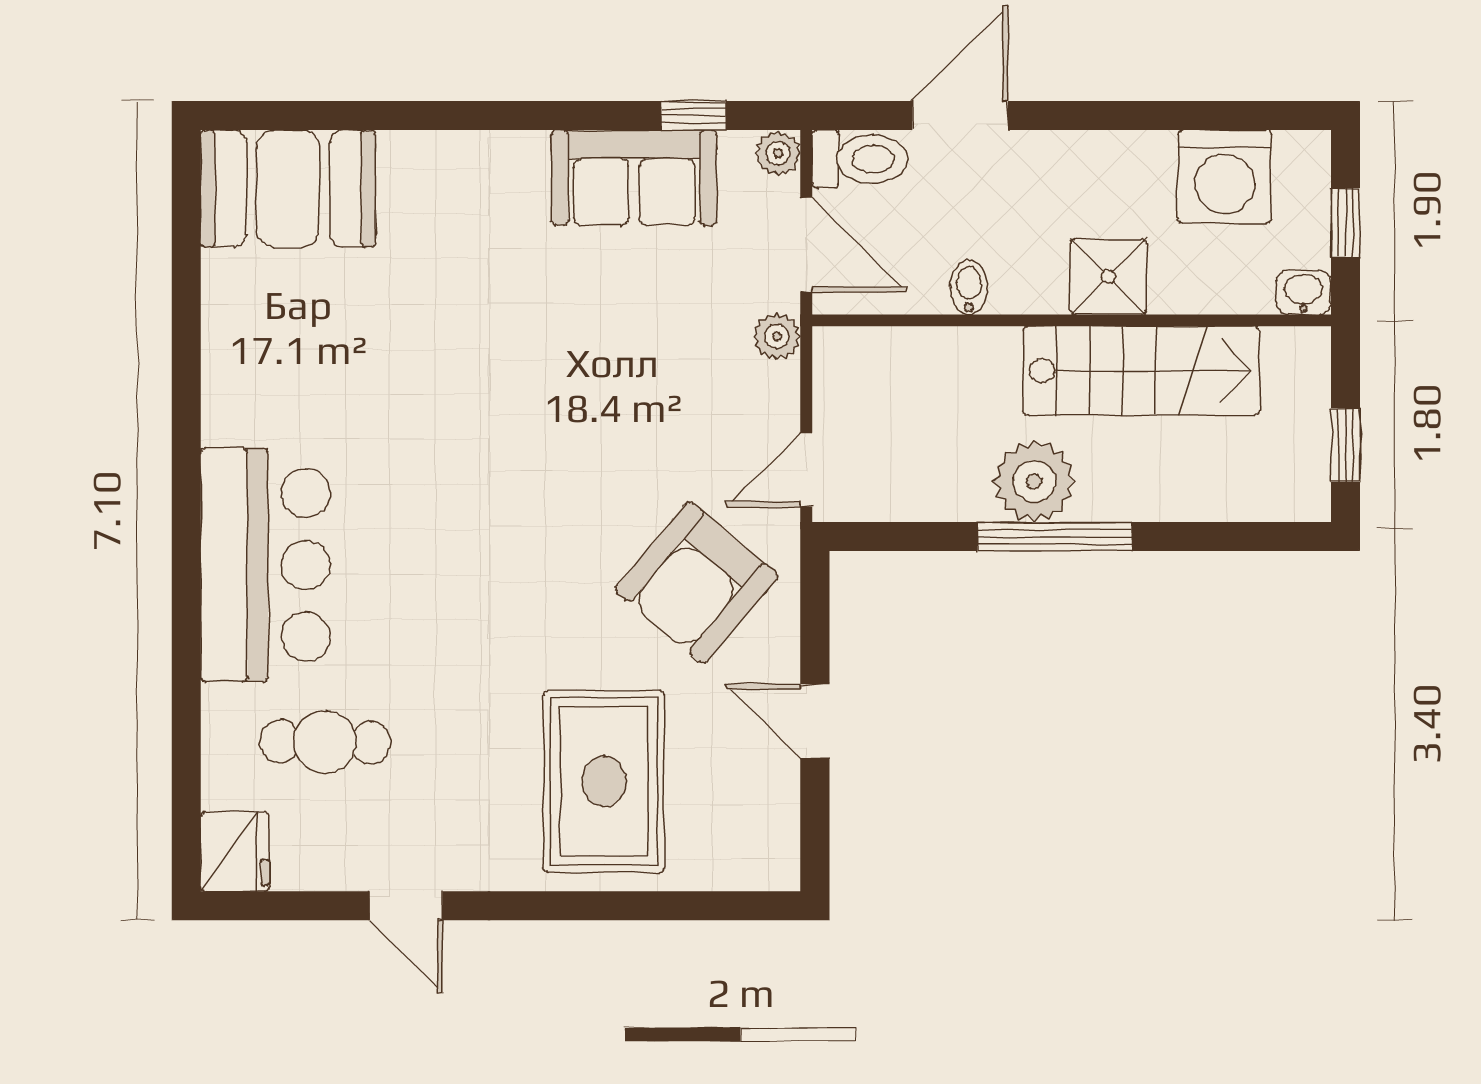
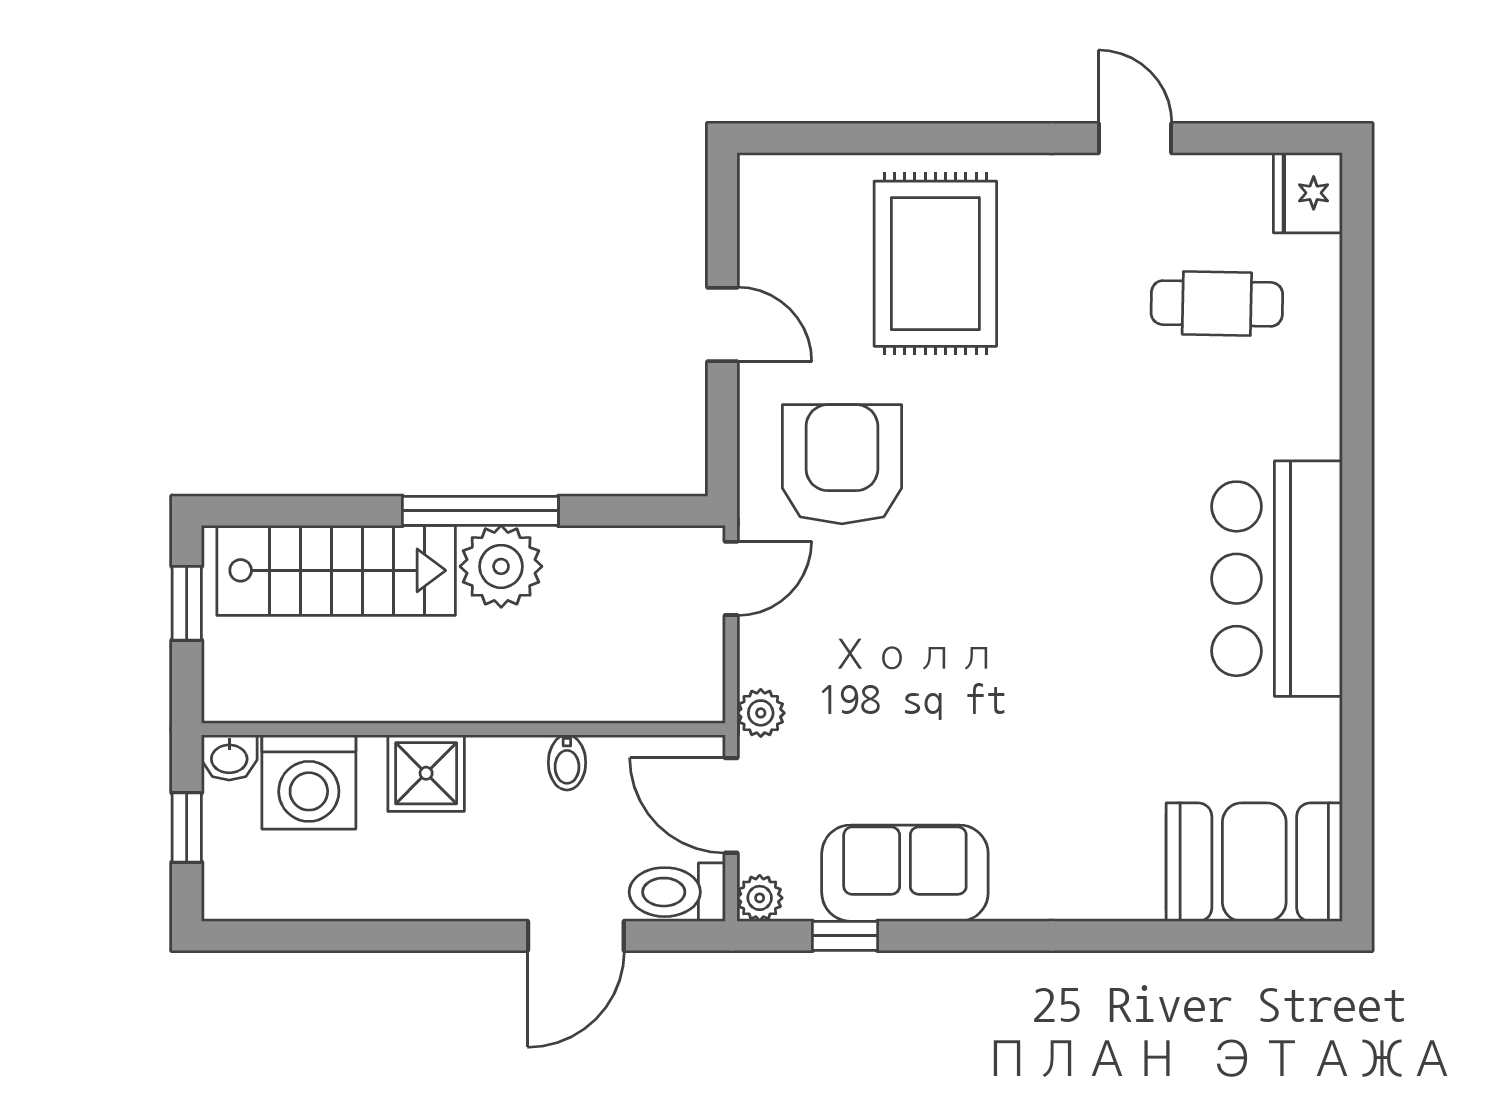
washing machine: (1225, 177) -> (309, 782), moved, turned 180
stairs: (1141, 371) -> (336, 570), moved, turned 180
bar counter: (265, 565) -> (1277, 579), moved
armchair: (696, 583) -> (842, 464), turned -40

